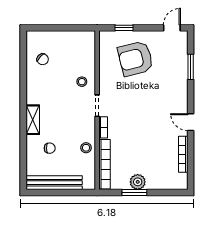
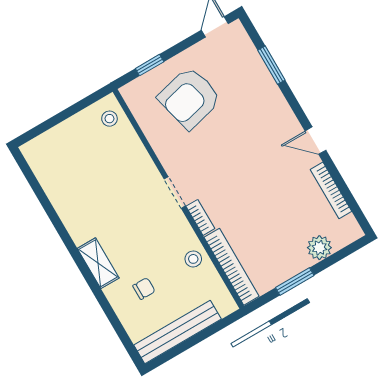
chair: (43, 59) -> (63, 173), removed
stool: (82, 82) -> (109, 119), moved
plant: (138, 182) -> (319, 248), moved

